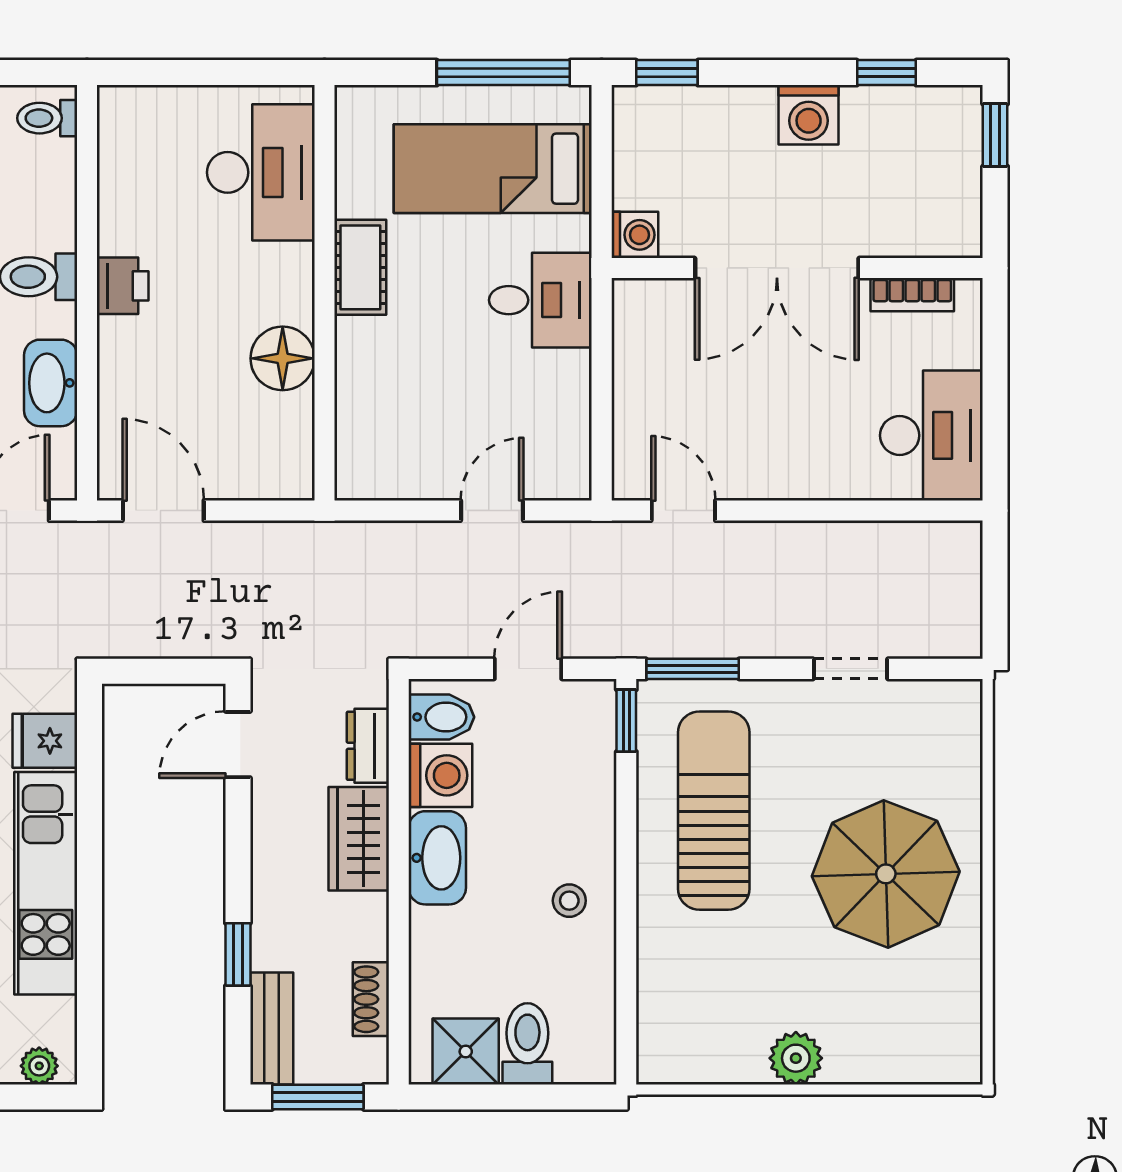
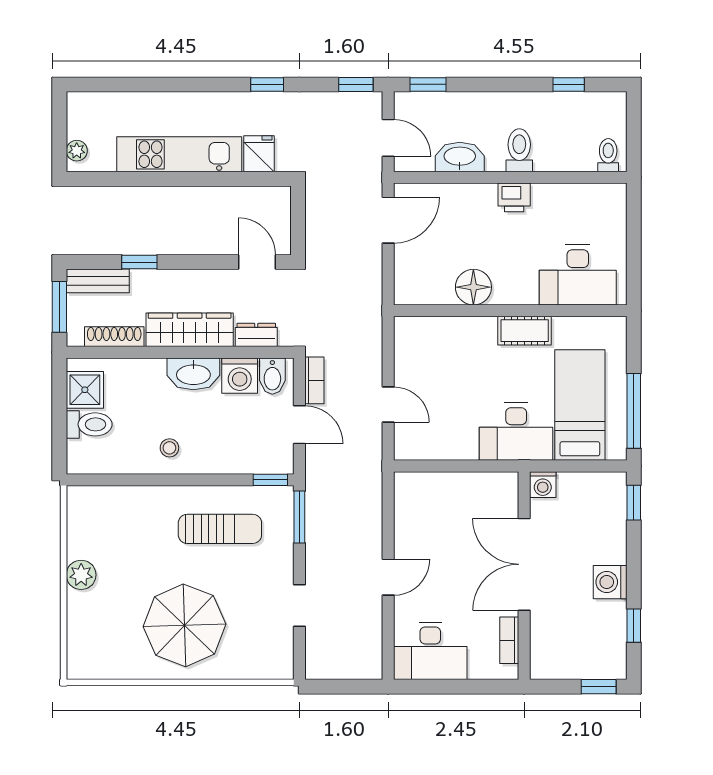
desk: (540, 300) -> (516, 432), width x1.37
door: (683, 511) -> (388, 577), moved
bookcase: (449, 642) -> (314, 380), added
sun lounger: (714, 811) -> (220, 529), width x0.73, depth x0.75
wardrobe: (359, 839) -> (190, 330), width x1.50
shoe rack: (371, 999) -> (114, 337), width x1.43

